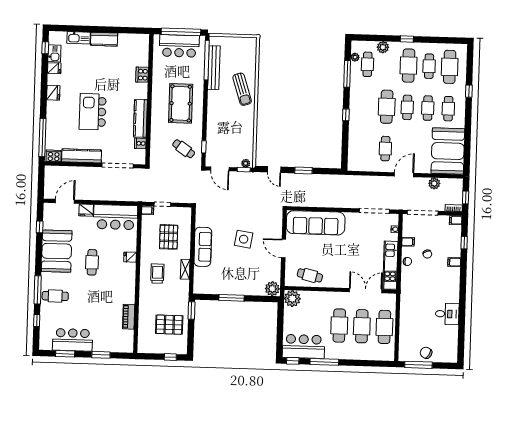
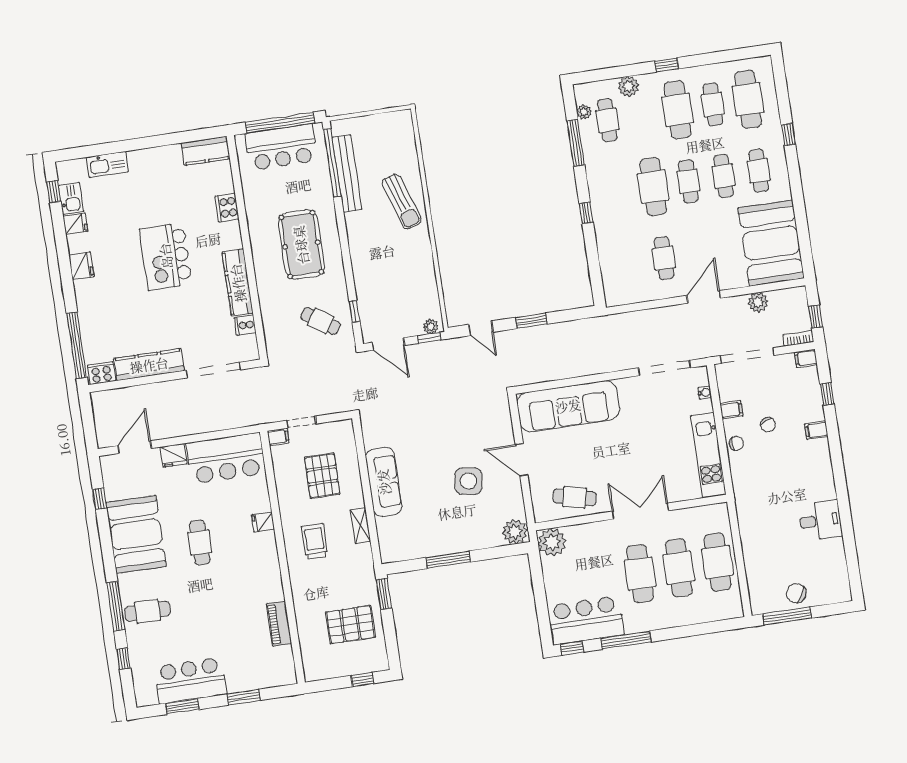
kitchen counter: (104, 39) -> (206, 151), moved
kitchen island: (93, 112) -> (166, 256), moved
side table: (244, 239) -> (468, 481), moved
double door: (366, 291) -> (640, 511), moved

